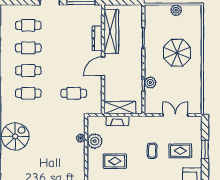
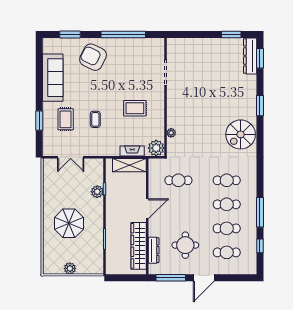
round table: (67, 32) -> (185, 245), added
dresser: (97, 38) -> (154, 250), moved
plant: (95, 141) -> (156, 148), moved
rug: (180, 151) -> (66, 119), turned 90

